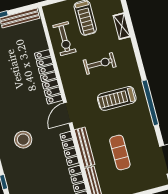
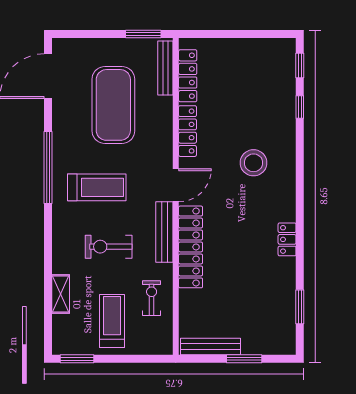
exercise bike: (64, 39) -> (152, 298), width x0.73, depth x0.72
bench: (84, 147) -> (164, 232), moved
exercise mat: (120, 153) -> (113, 105), width x2.00, depth x1.45

